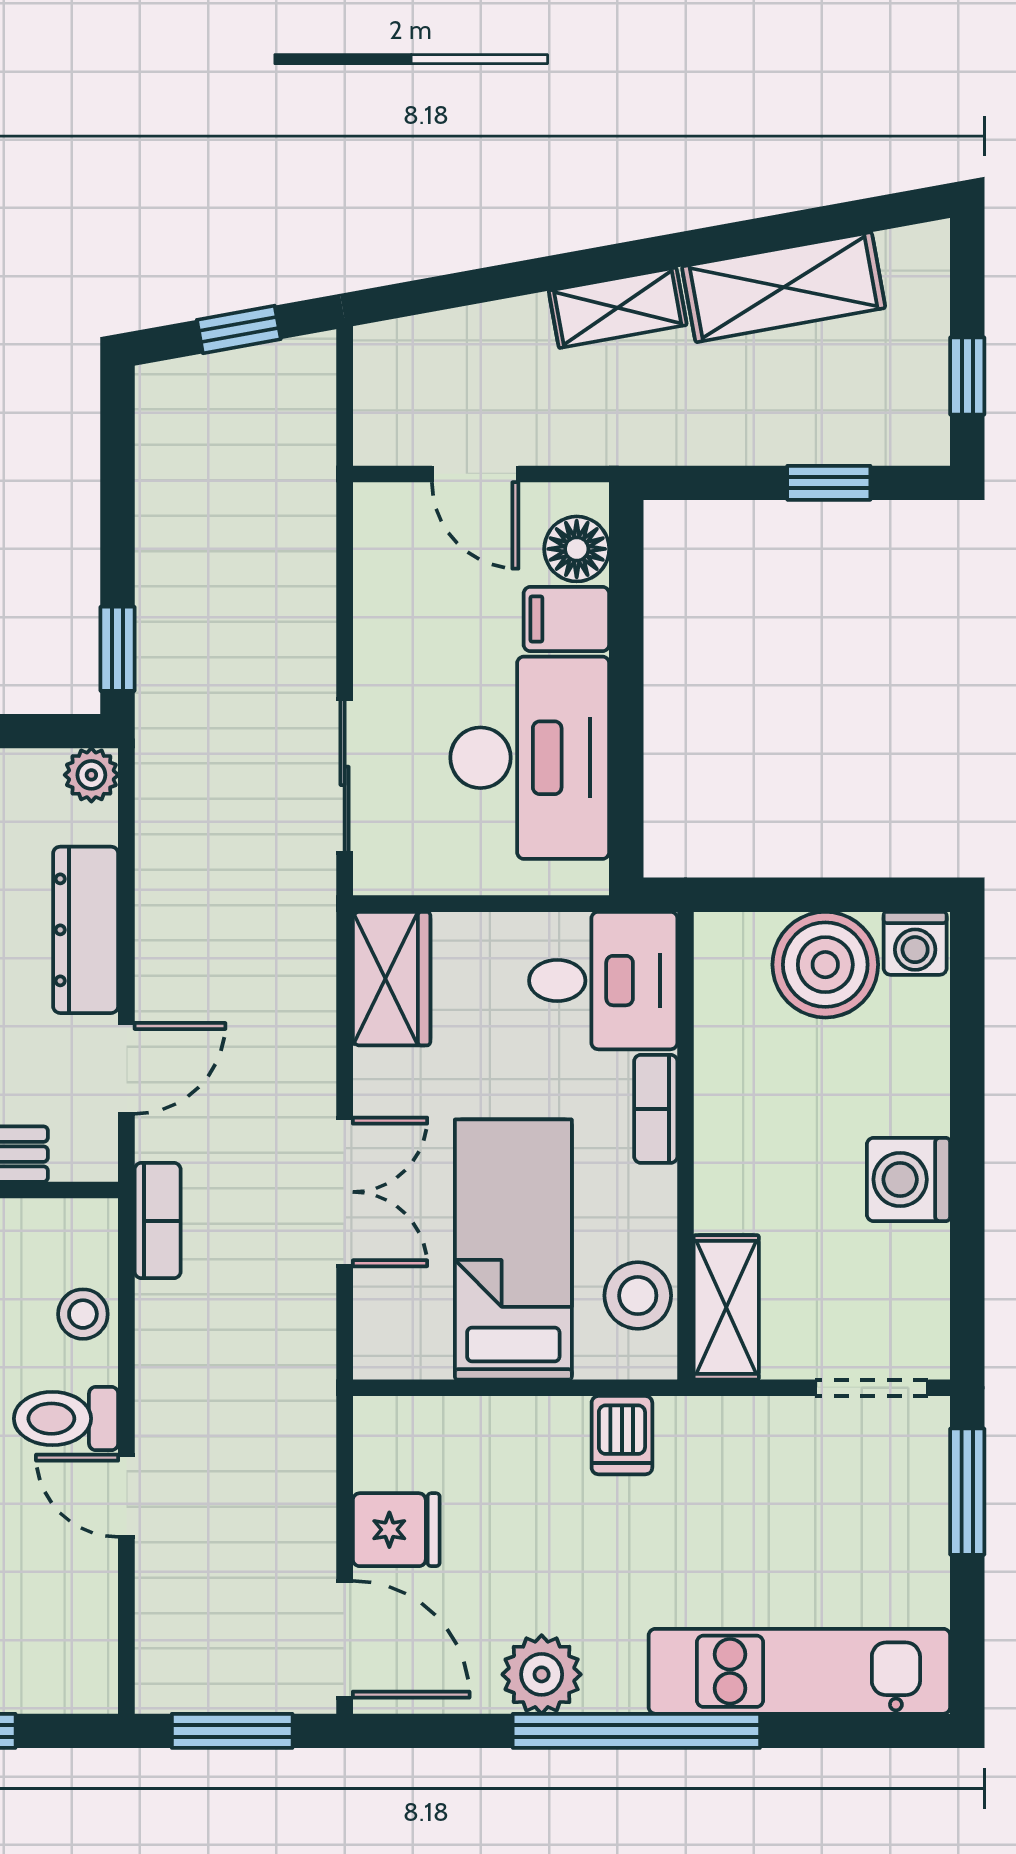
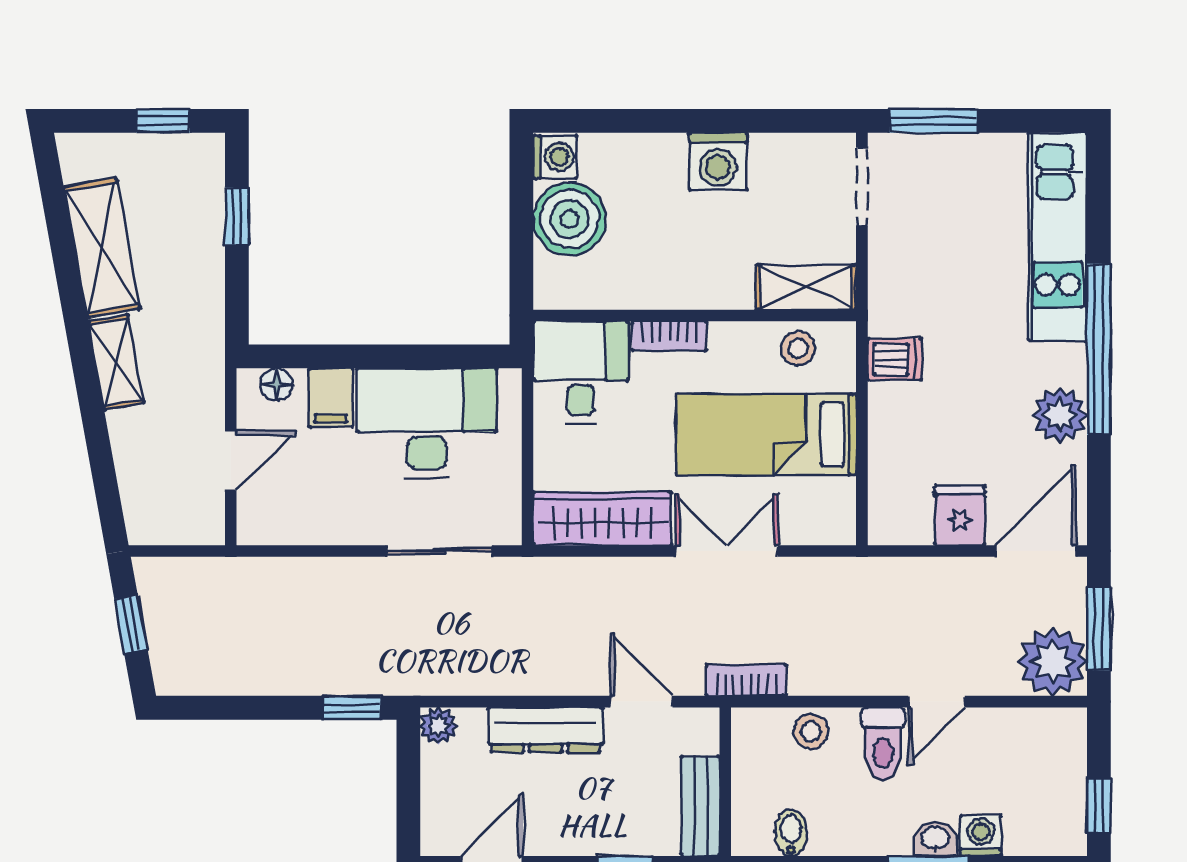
floor lamp: (577, 549) -> (276, 385), width x0.73, depth x0.73
wardrobe: (392, 979) -> (602, 518), width x1.50
stool: (638, 1296) -> (798, 348), width x0.73, depth x0.73
plant: (184, 1664) -> (1053, 662), added

